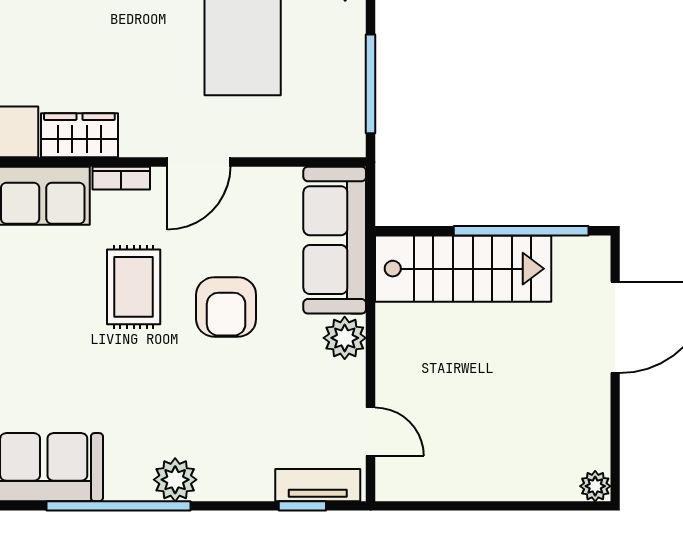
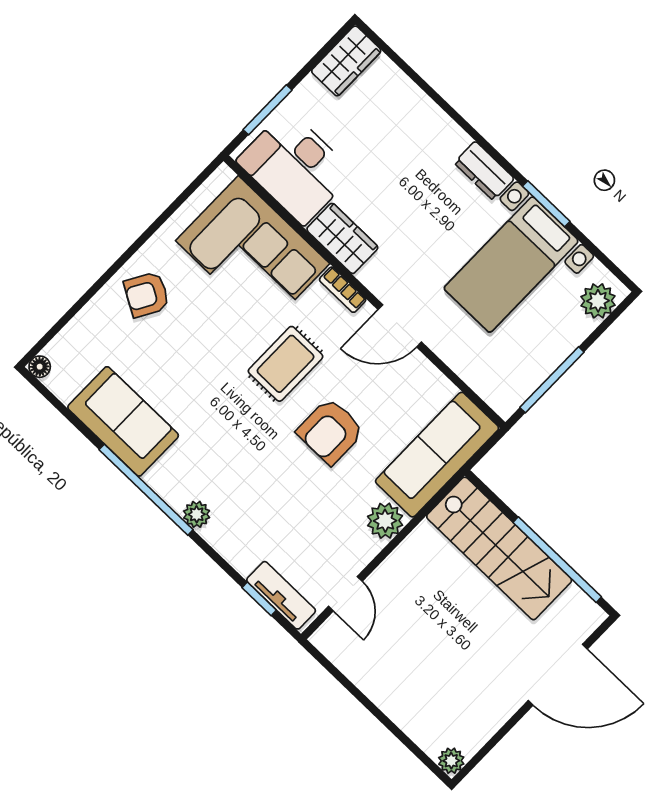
plant: (175, 480) -> (197, 514), width x0.73, depth x0.73

